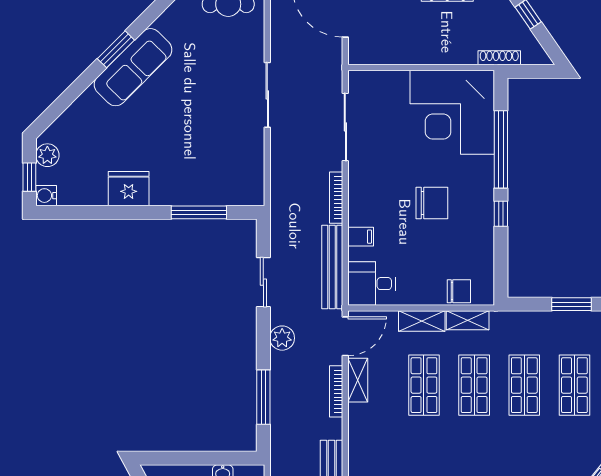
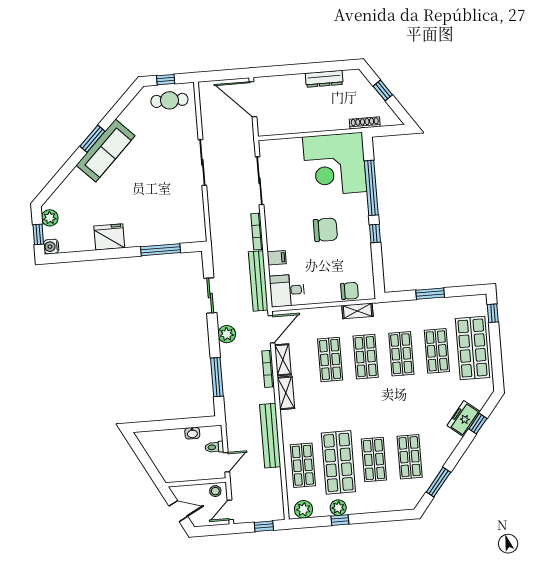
shelving: (422, 321) -> (286, 393), moved, turned 90

